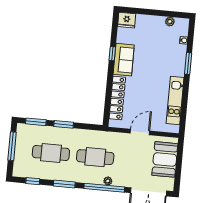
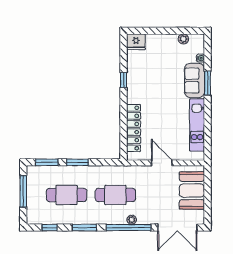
sofa: (124, 60) -> (194, 80), moved, turned 180
door: (140, 132) -> (162, 163), hinge flipped

